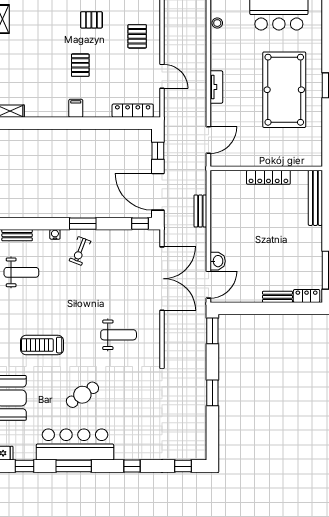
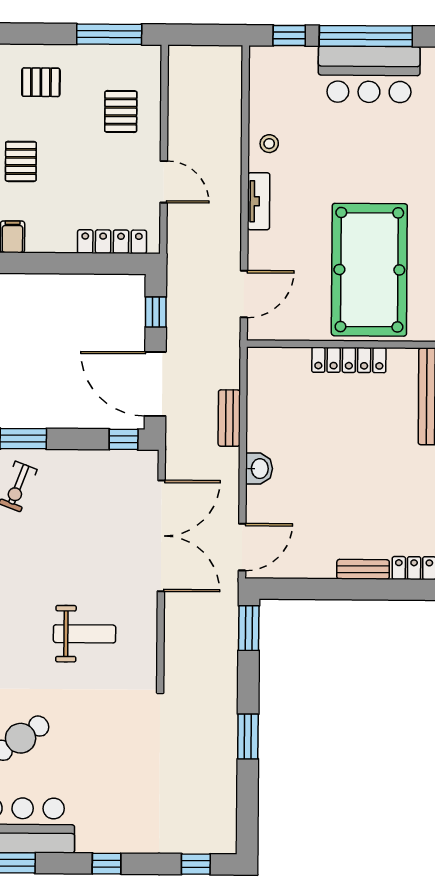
stool: (217, 23) -> (269, 144), moved
pool table: (284, 90) -> (369, 270), moved
washbasin: (218, 261) -> (259, 469), moved

